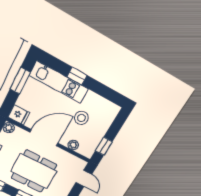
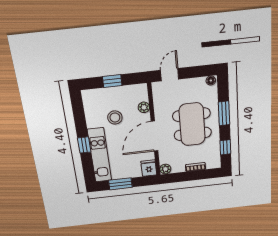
door: (44, 138) -> (155, 136), hinge flipped
window: (104, 146) -> (112, 81), moved

